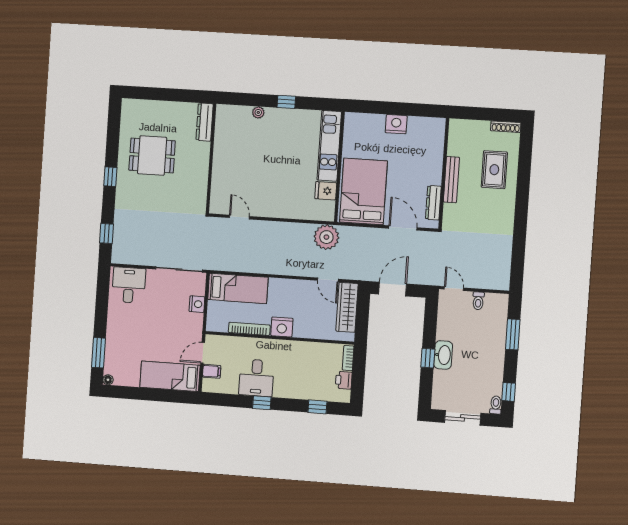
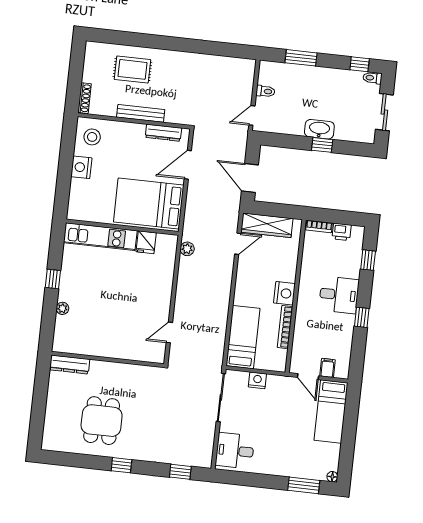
shoe rack: (506, 127) -> (85, 98), moved
stool: (426, 133) -> (92, 137), added
plant: (326, 237) -> (187, 249), width x0.53, depth x0.53
desk: (256, 378) -> (339, 295), moved

